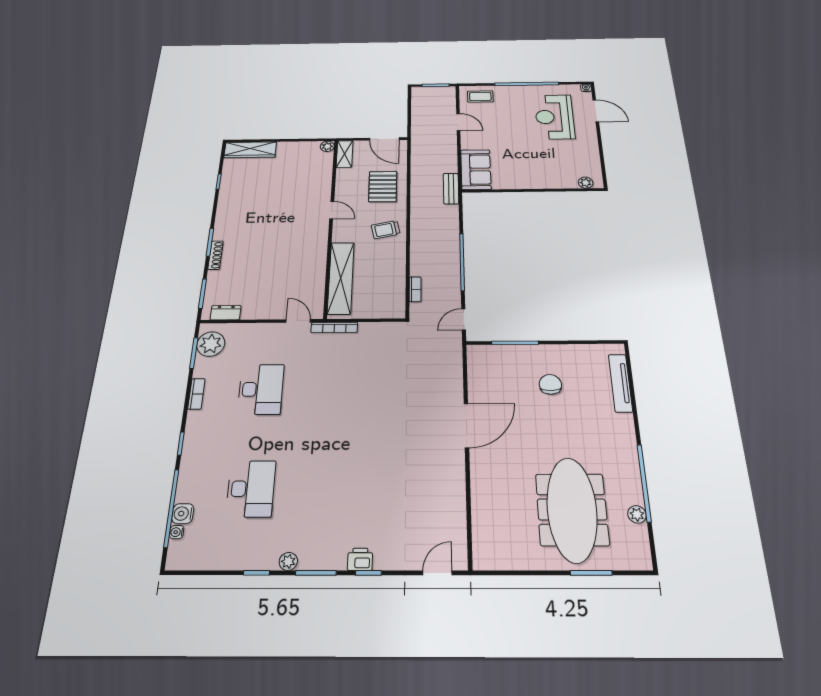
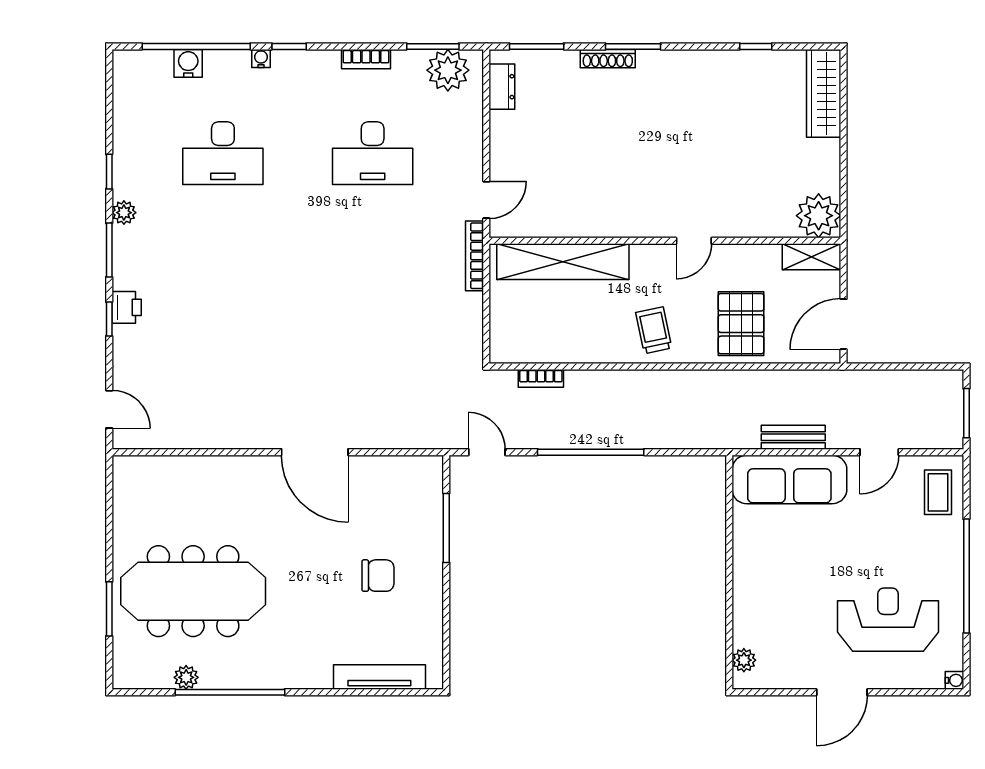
door: (596, 111) -> (842, 692), moved
plant: (327, 146) -> (819, 216), width x1.87, depth x1.87
sofa: (476, 170) -> (789, 479), width x1.36
pallet: (383, 187) -> (741, 324), turned 90
bench: (451, 189) -> (793, 437), moved
water cooler: (177, 532) -> (261, 58), moved

